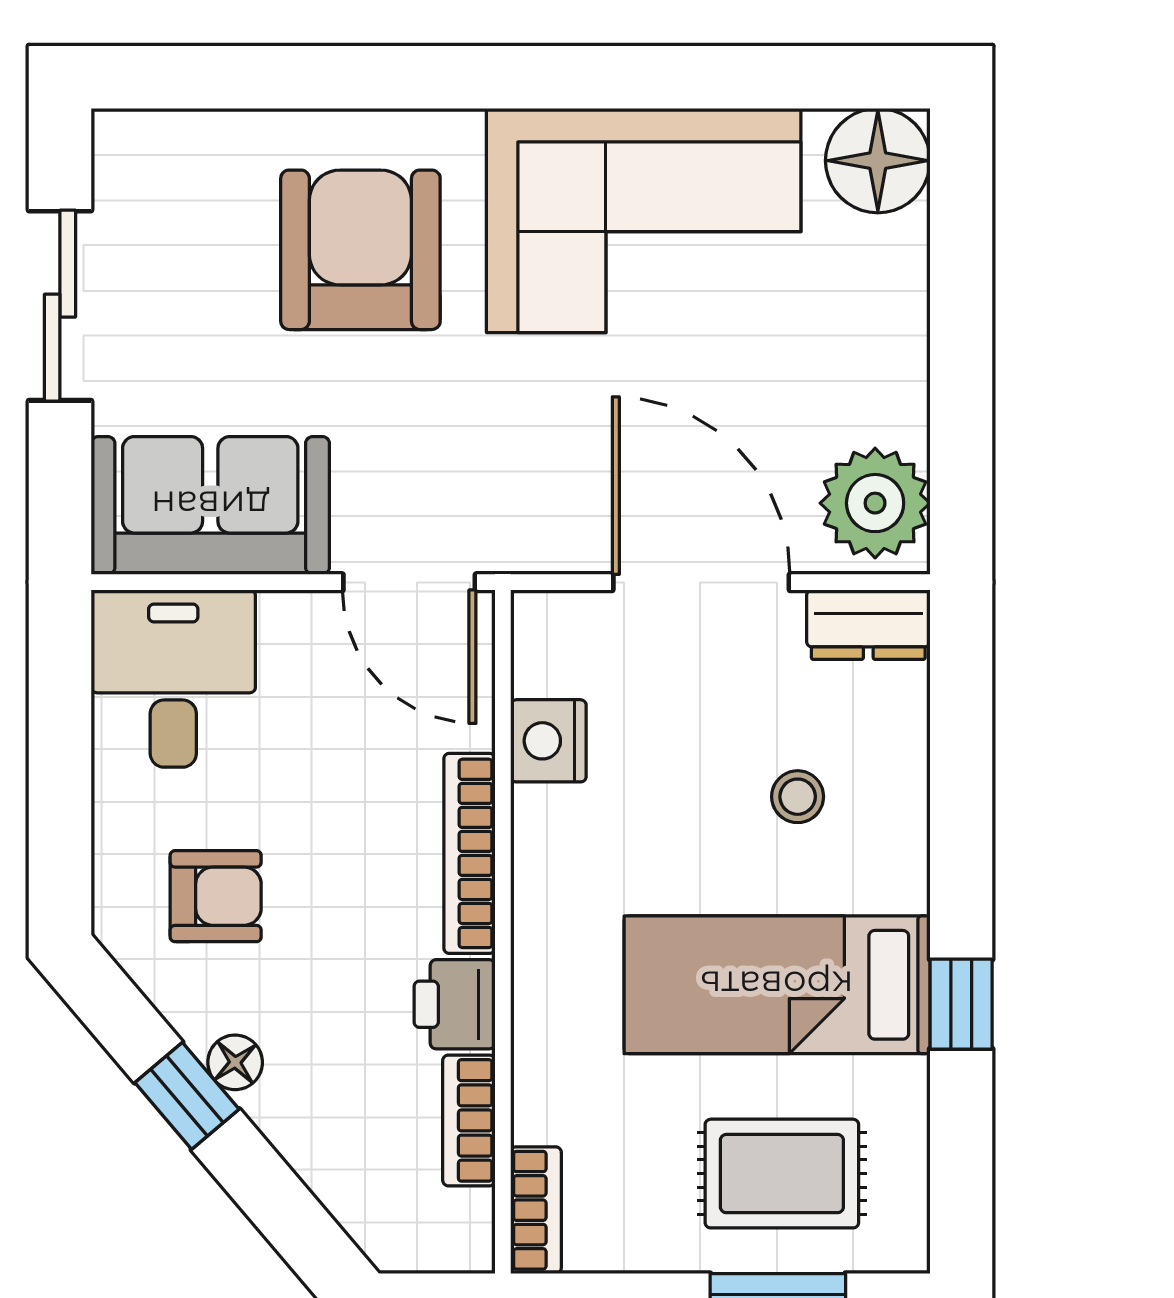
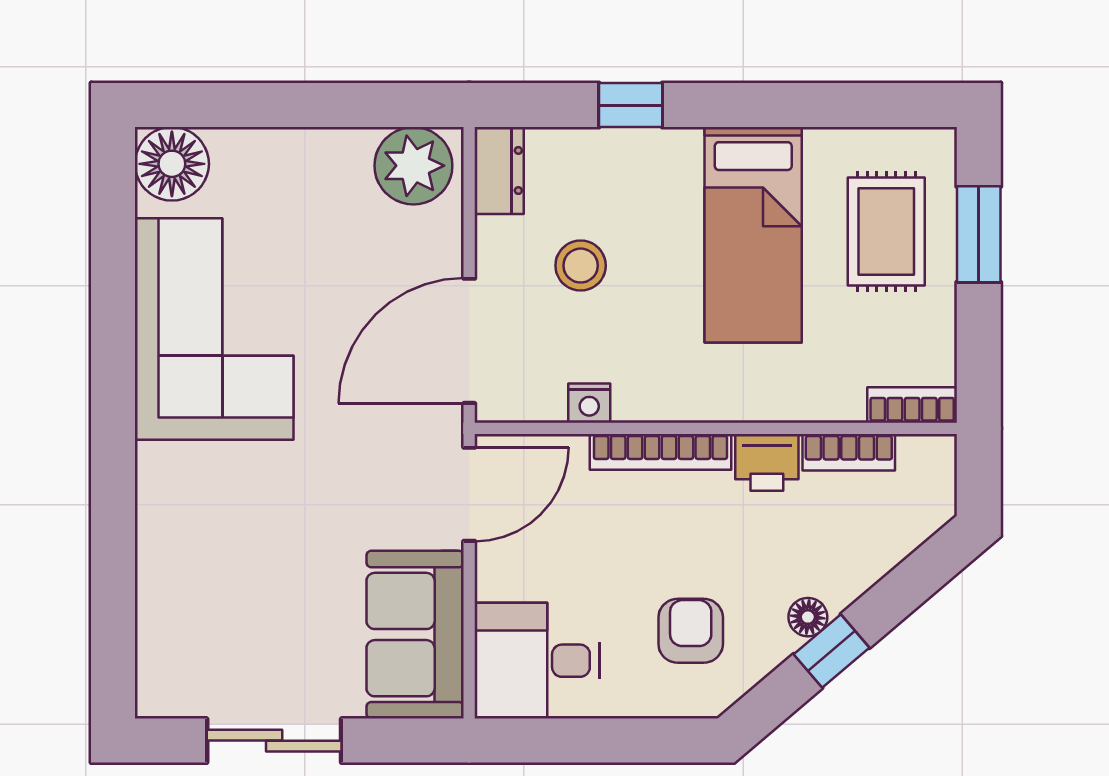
armchair: (360, 250) -> (235, 529), removed
door: (701, 582) -> (469, 341), moved
nightstand: (548, 741) -> (589, 403), width x0.72, depth x0.74
stool: (798, 797) -> (581, 266), moved, width x1.37, depth x1.37
window: (961, 1004) -> (631, 105), moved

